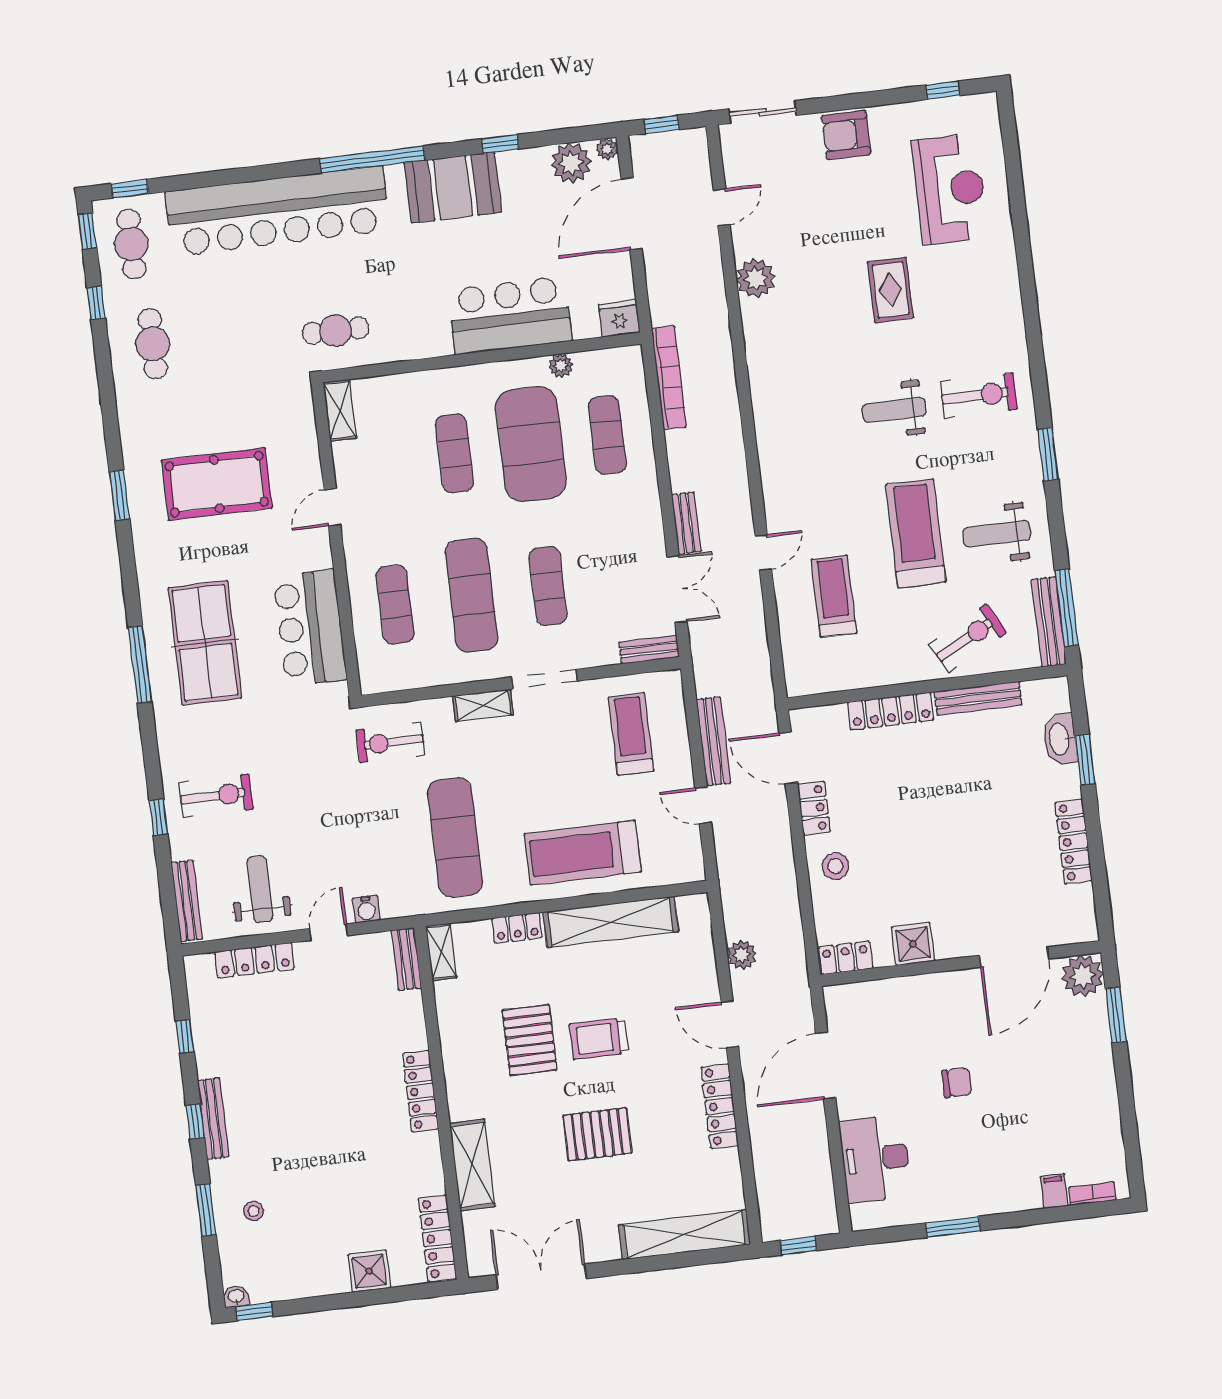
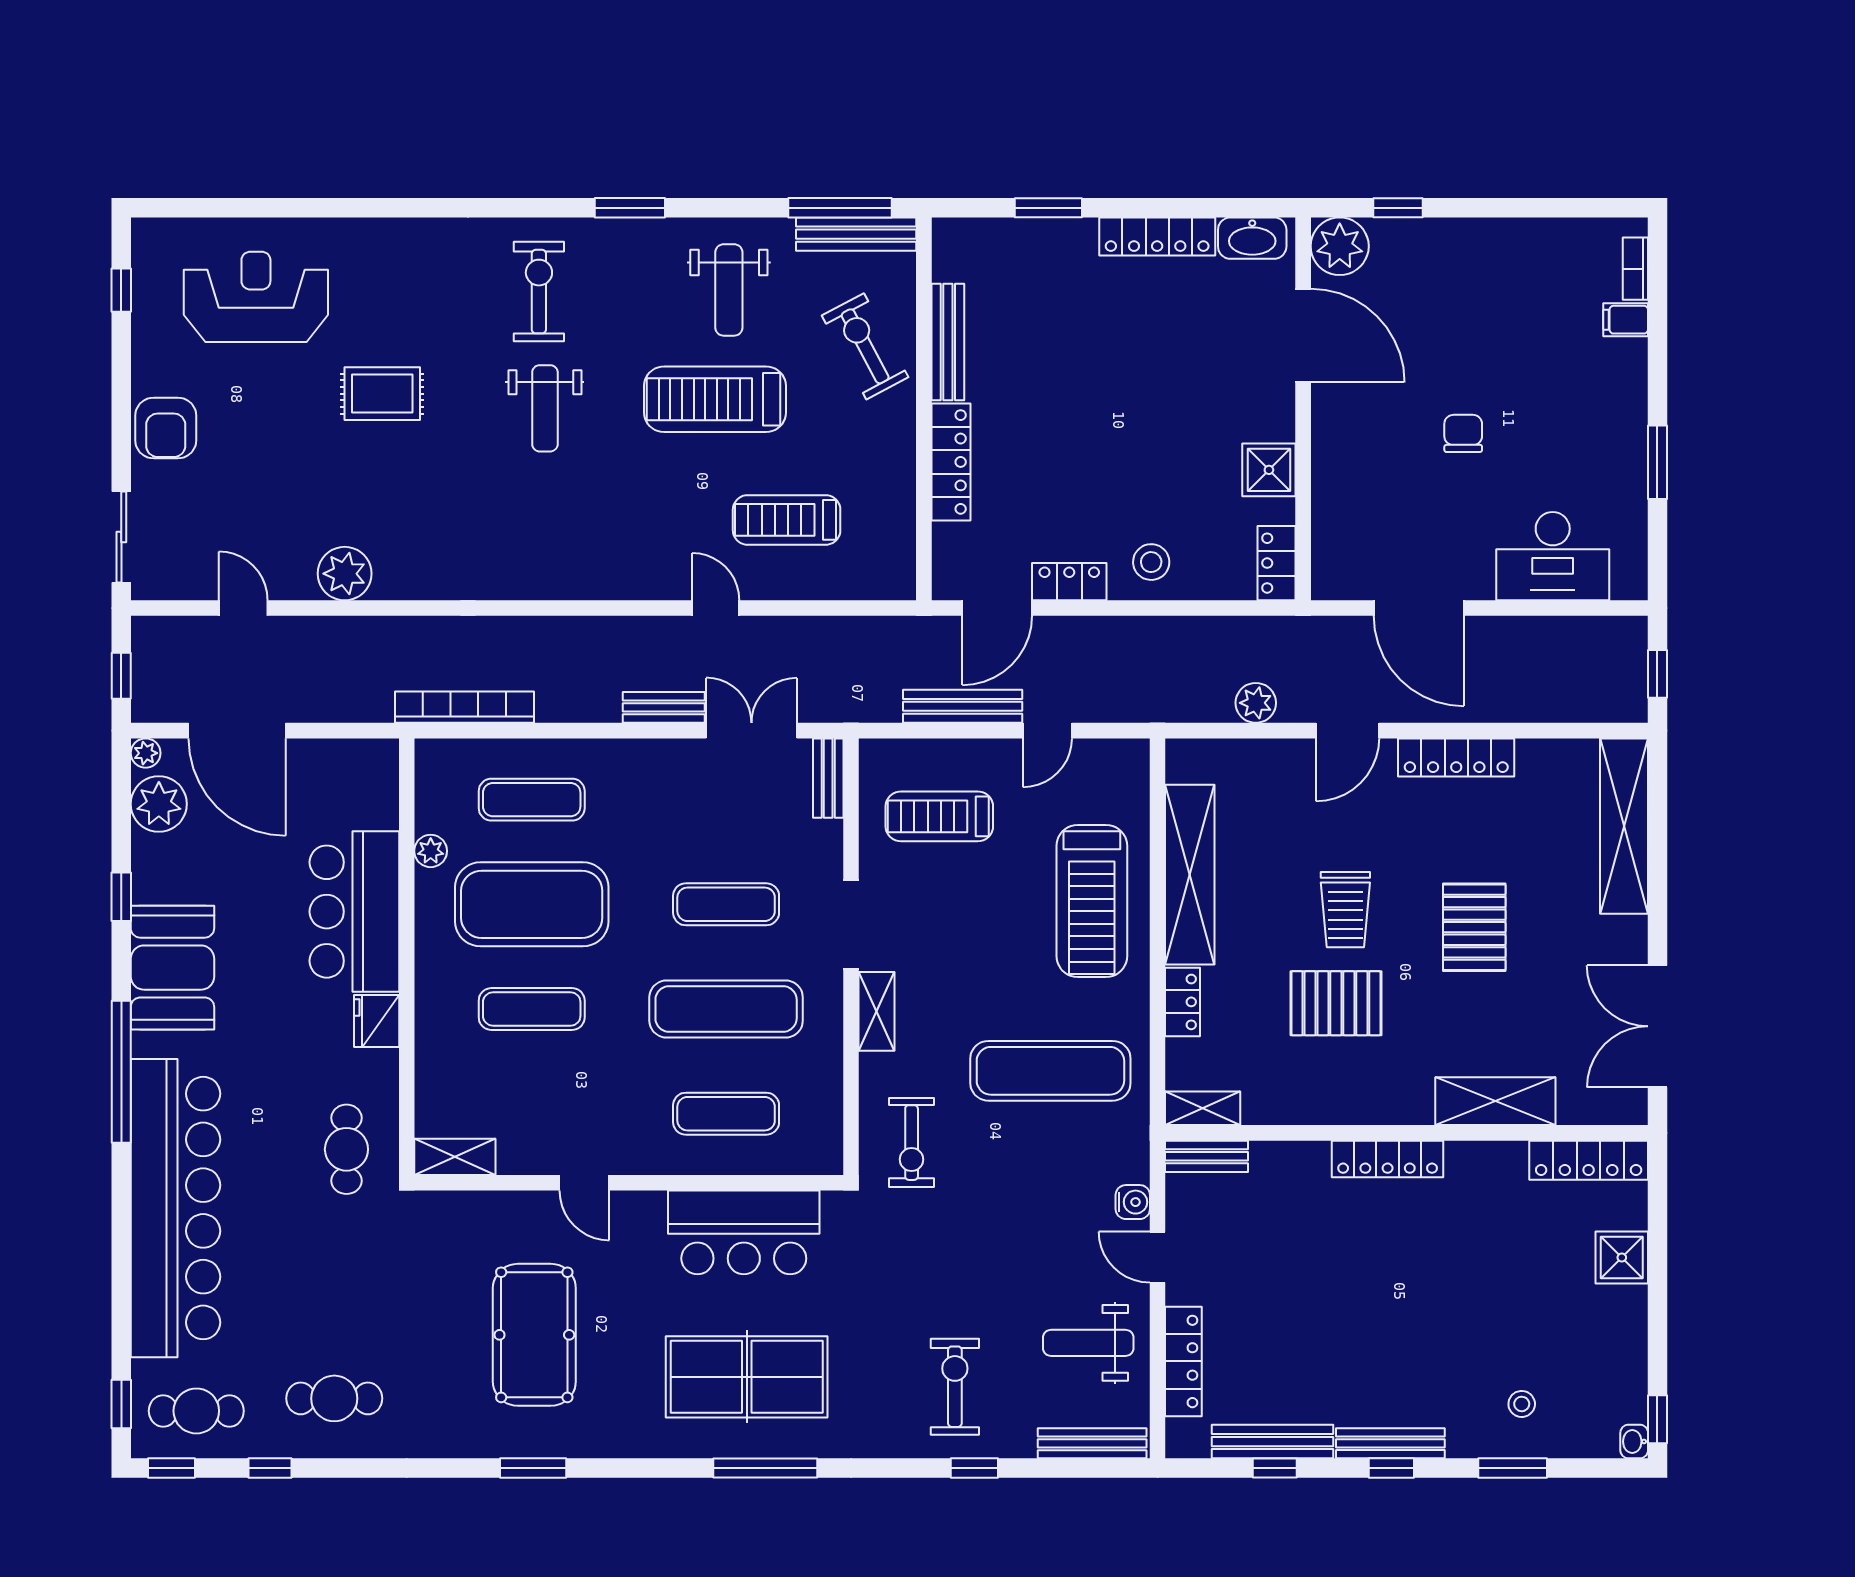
fridge: (619, 319) -> (377, 1021), moved
washbasin: (1060, 739) -> (1252, 238), moved
window: (1116, 1015) -> (1398, 208), width x0.67
bench: (204, 1032) -> (1273, 1442), added

